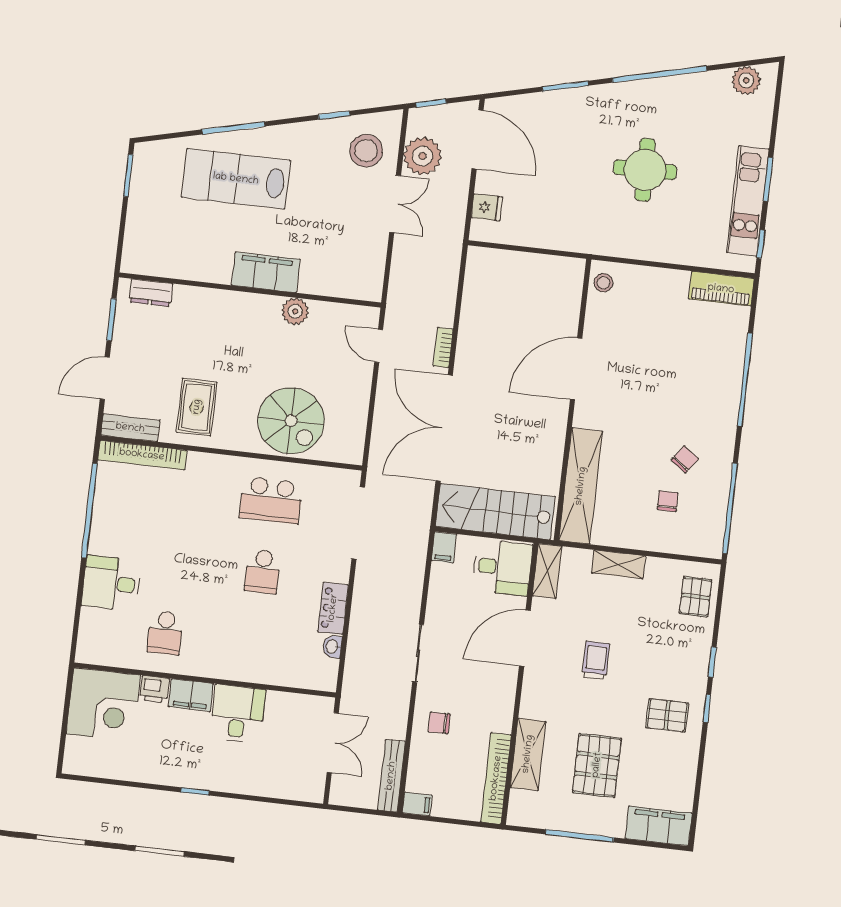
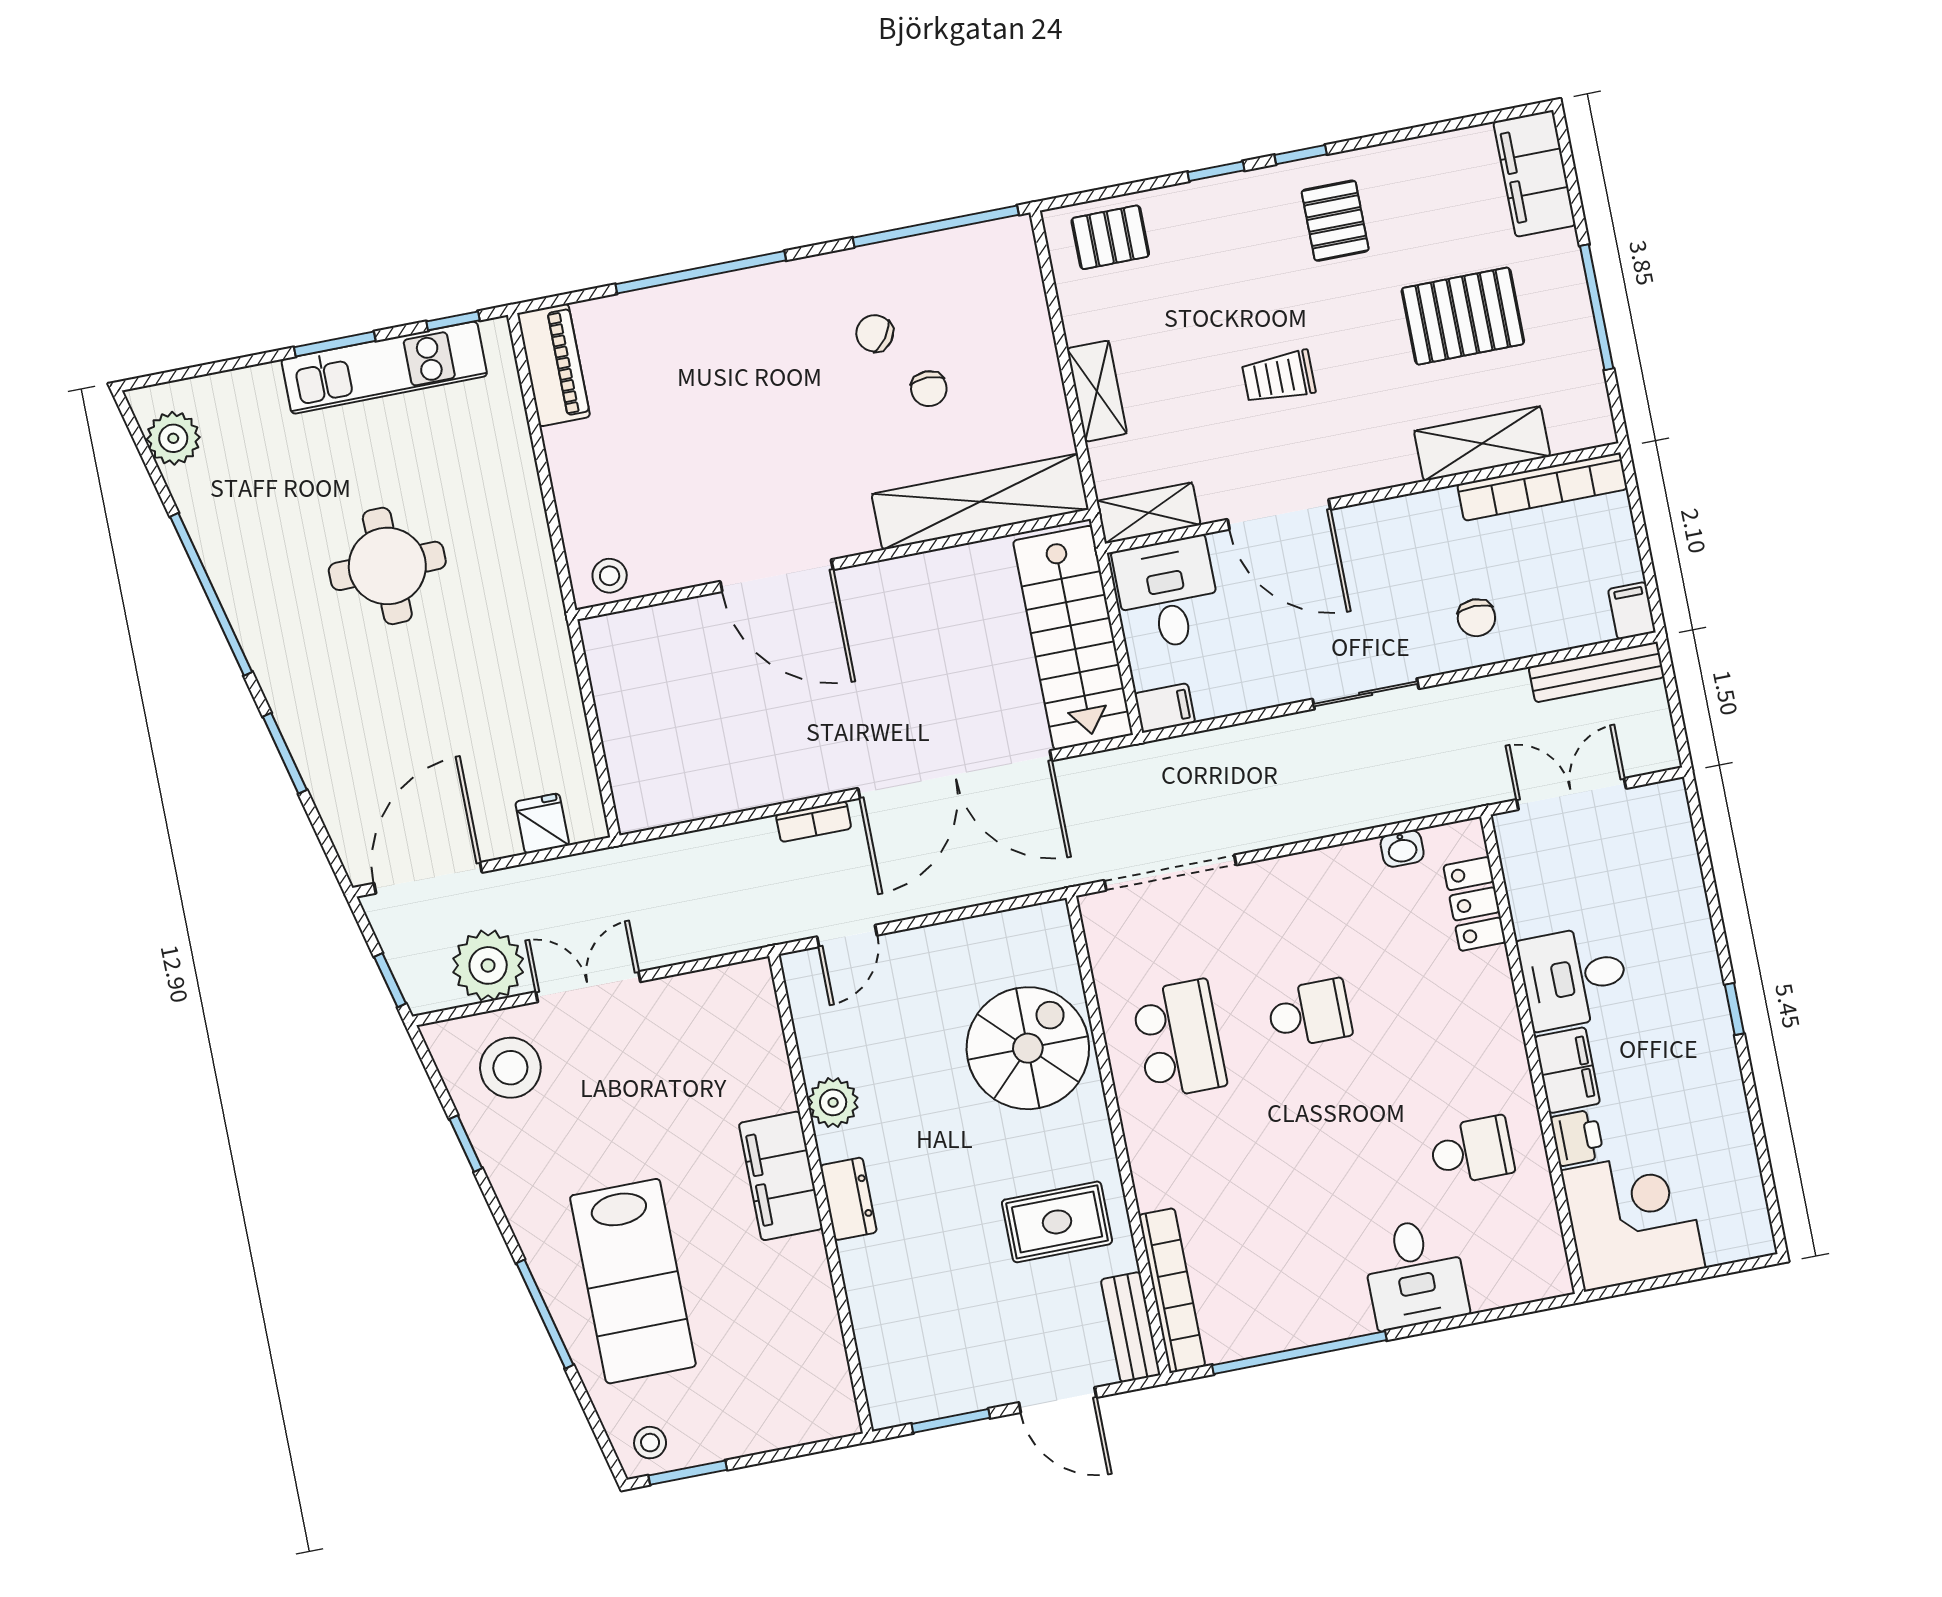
stool: (150, 161) -> (650, 1443), added
dresser: (151, 293) -> (848, 1199), moved
chair: (668, 501) -> (929, 389), moved, turned -90
locker: (333, 608) -> (1475, 904), moved, turned 90

